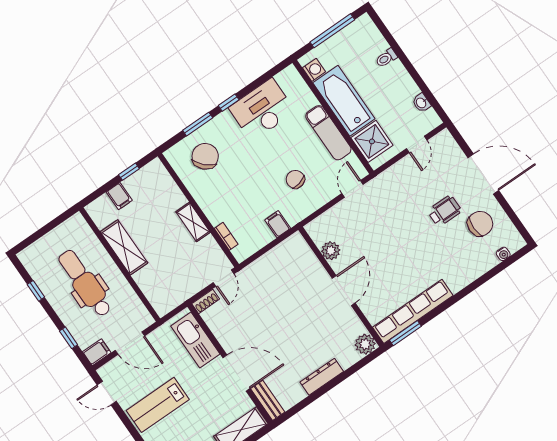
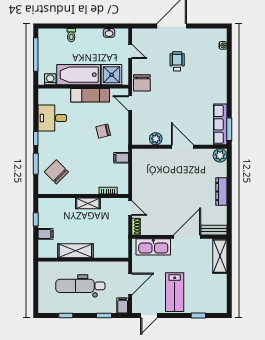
desk: (262, 110) -> (52, 118), width x0.73
chair: (480, 224) -> (142, 83), moved, turned 180
row of seats: (413, 311) -> (220, 124), width x0.73

